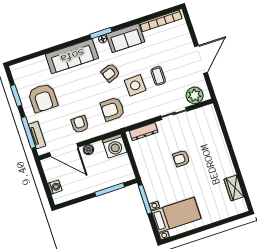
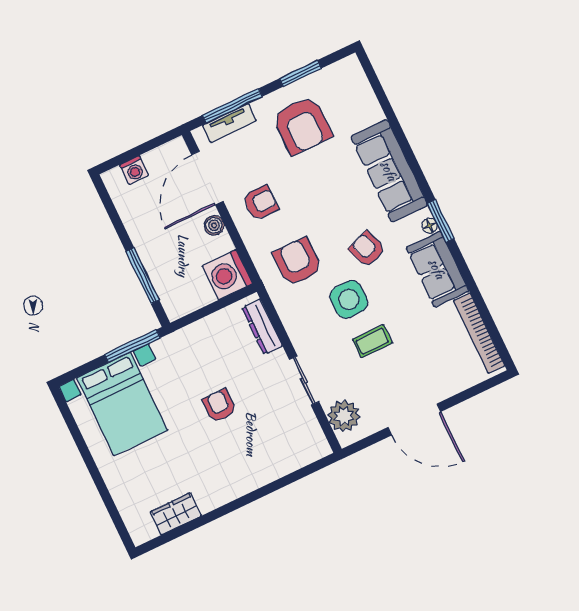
armchair: (43, 98) -> (302, 125), turned -90
bed with nightstands: (176, 215) -> (122, 404), width x1.36

